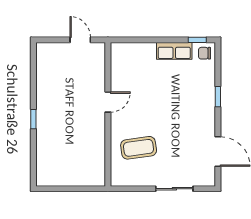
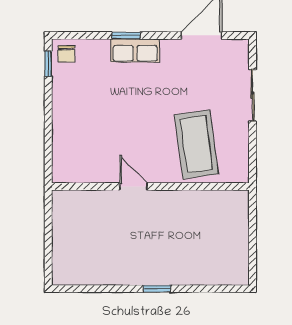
door: (80, 40) -> (48, 224), removed
row of seats: (174, 51) -> (135, 50), moved, turned 90
coffee table: (139, 148) -> (196, 144), width x1.36, depth x1.32

